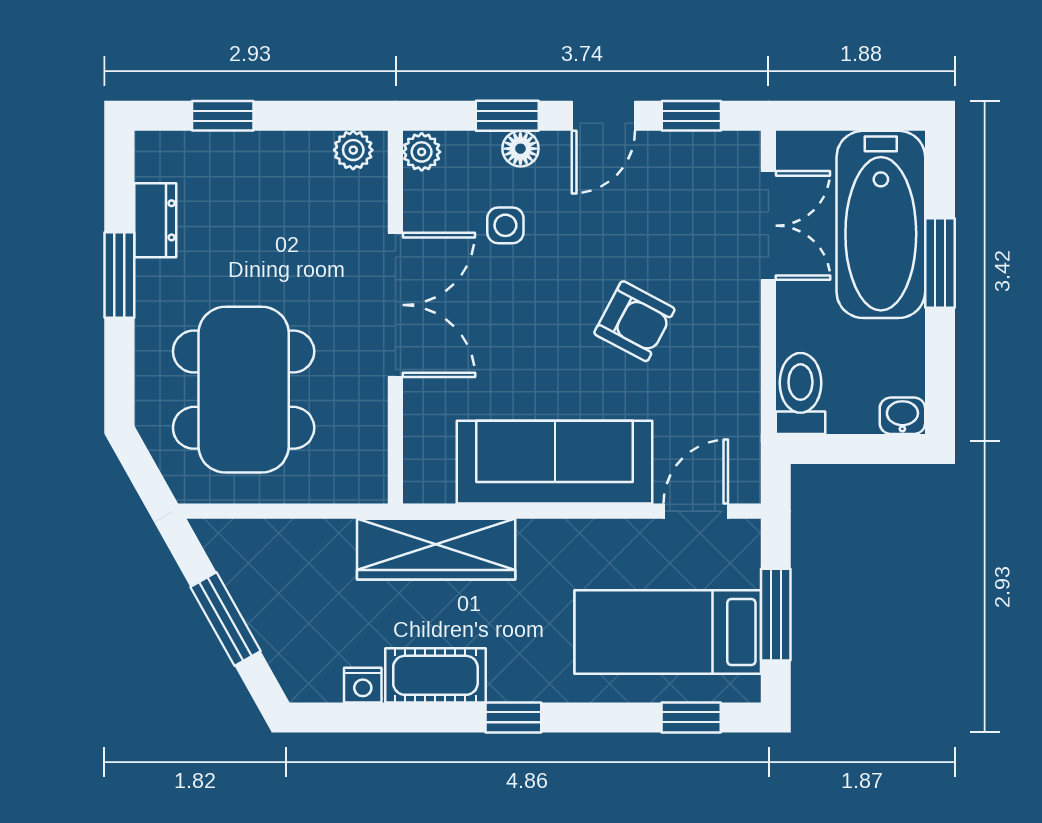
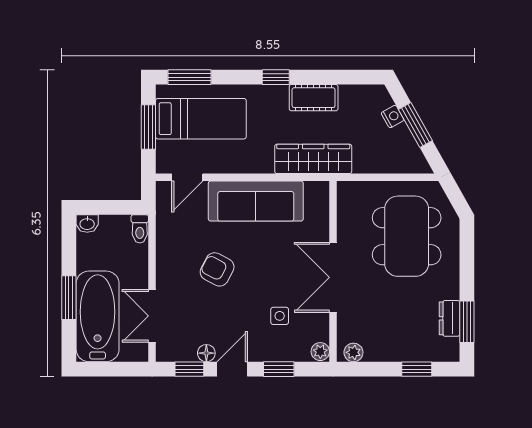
floor lamp: (520, 149) -> (206, 353), moved
window: (119, 275) -> (467, 322), moved
toilet: (800, 393) -> (140, 229), width x0.73, depth x0.72
nightstand: (363, 685) -> (393, 116), moved, turned 61
window: (691, 717) -> (190, 77), width x1.50

